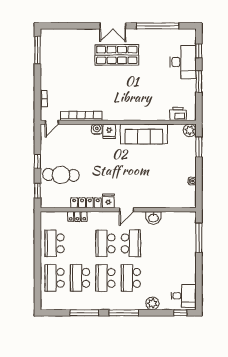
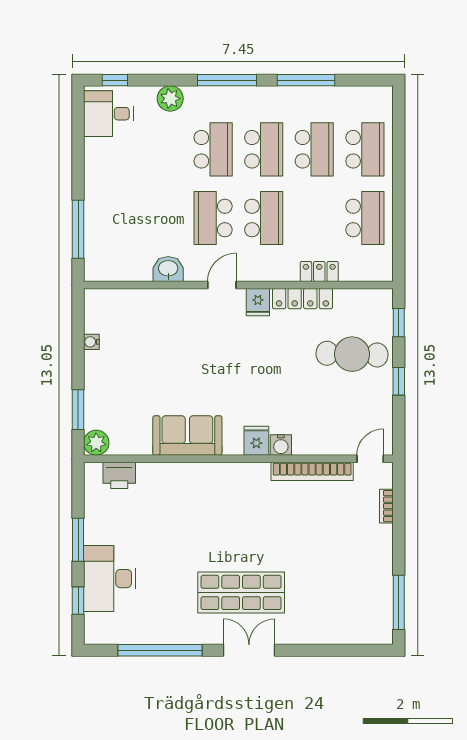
sofa: (144, 134) -> (187, 435), width x0.73

